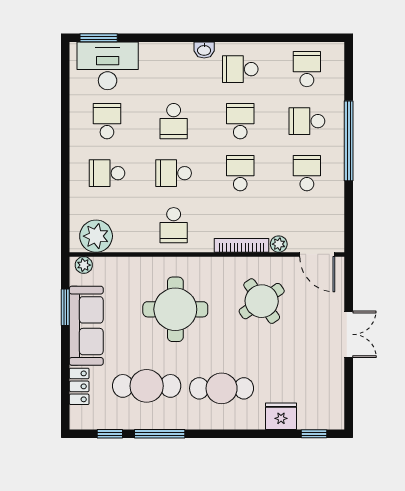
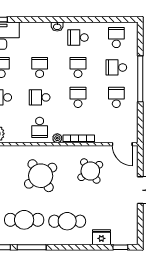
school desk: (174, 121) -> (40, 67), turned 180
plant: (279, 244) -> (57, 138), moved
round table: (175, 309) -> (41, 176), turned -35

